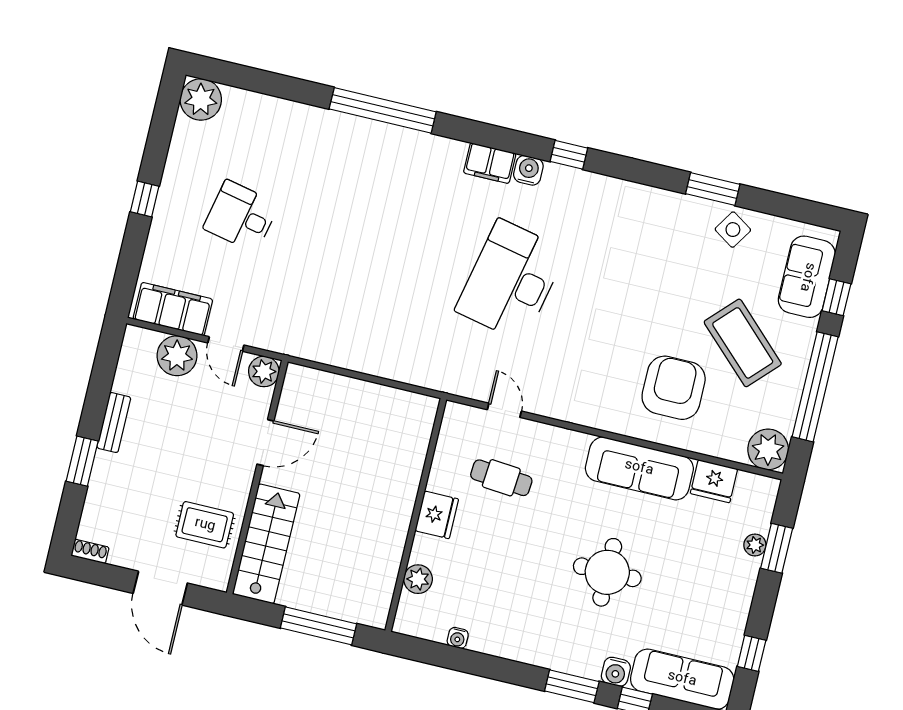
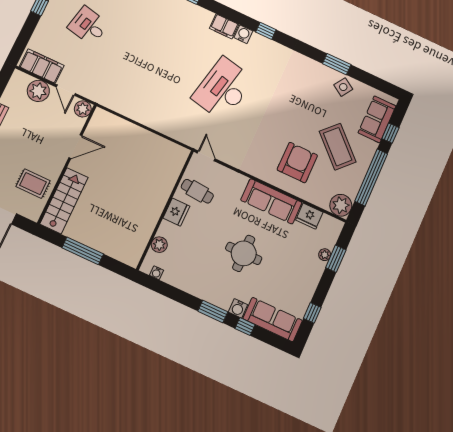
wall: (416, 515) -> (165, 210), moved
fridge: (437, 515) -> (176, 212), moved
plant: (418, 579) -> (159, 245), moved

